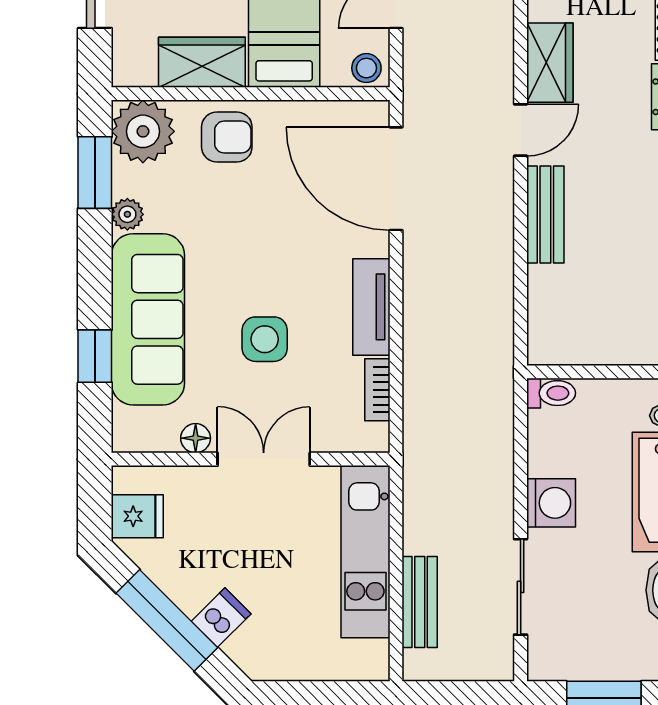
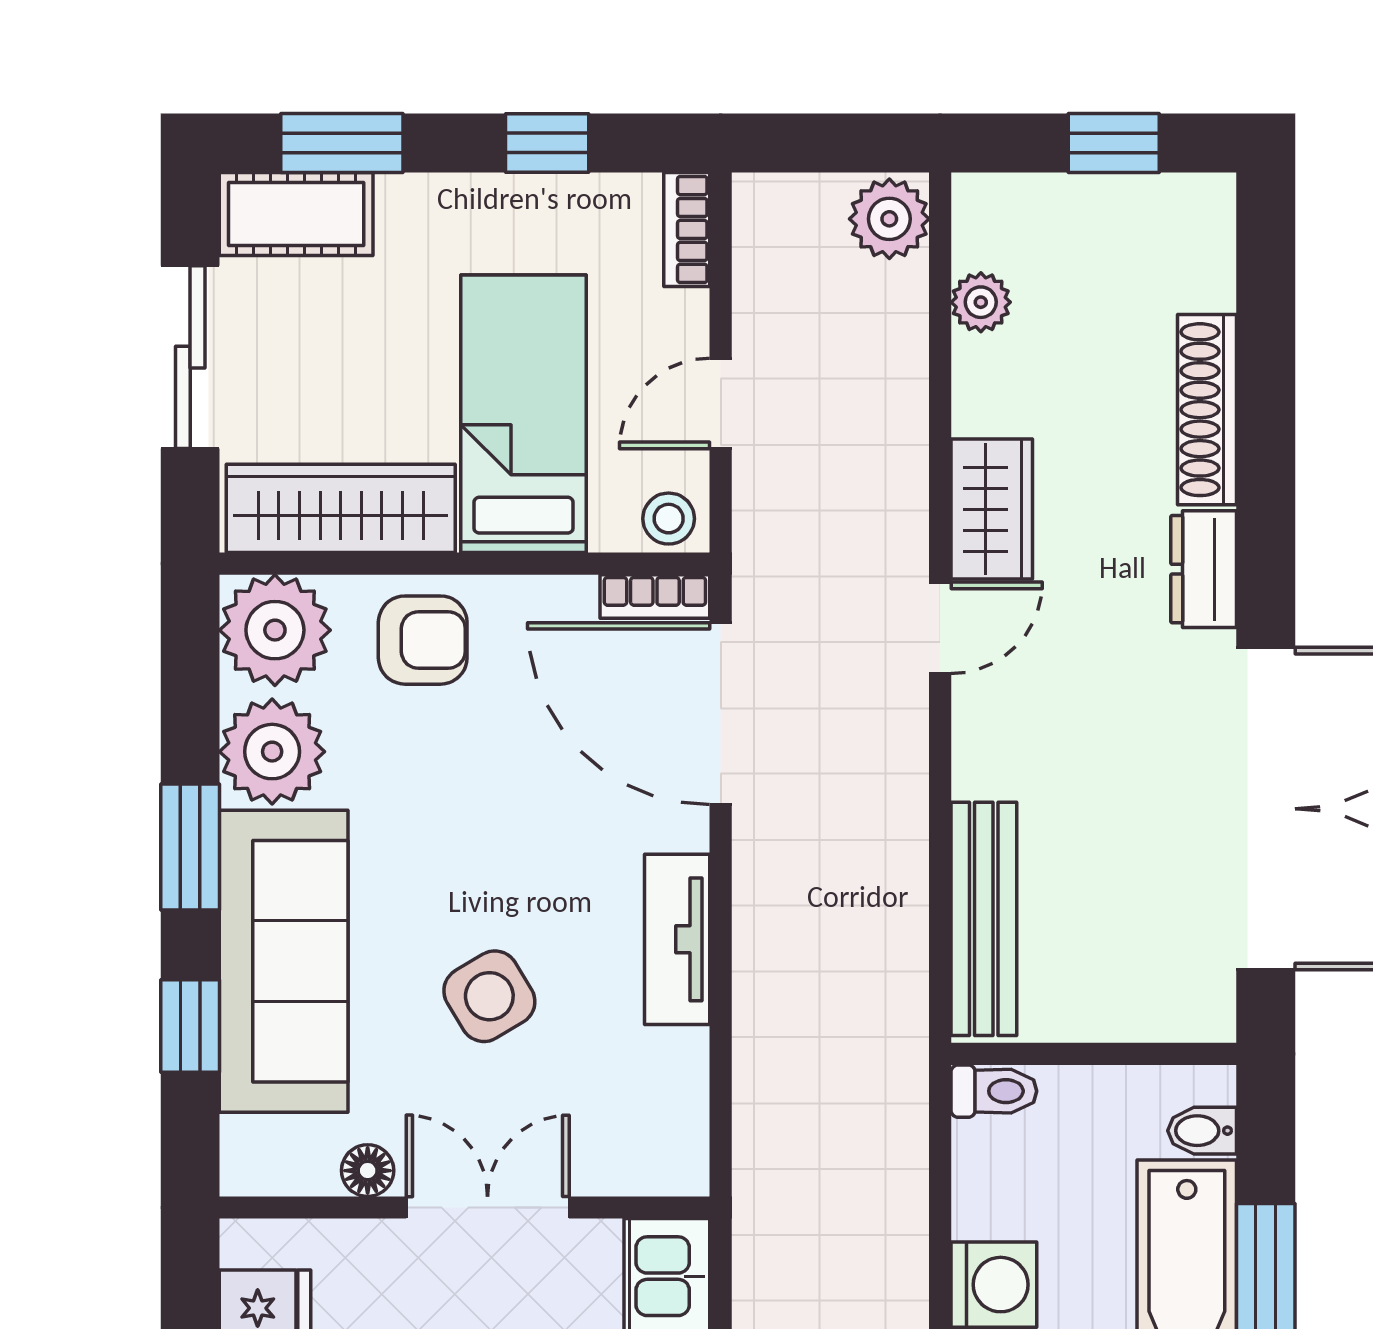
wardrobe: (202, 62) -> (341, 508), width x1.50
window: (95, 172) -> (190, 847), moved
plant: (127, 214) -> (272, 752), width x1.88, depth x1.88
bench: (545, 215) -> (984, 919), moved, width x1.36
side table: (265, 339) -> (489, 996), turned -31
bookcase: (377, 390) -> (655, 597), moved, turned -90

